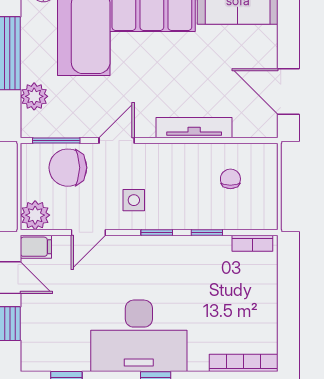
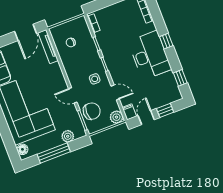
tv unit: (194, 128) -> (48, 47), moved
chair: (68, 168) -> (92, 111), turned -90

